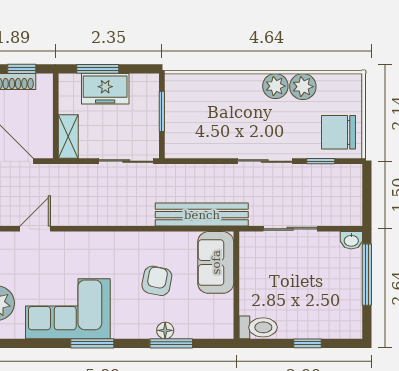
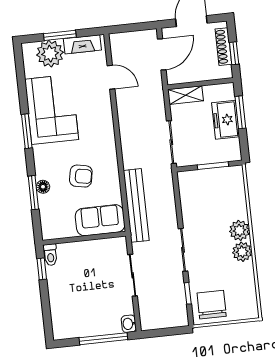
plant: (303, 87) -> (239, 230), moved
toilet: (258, 327) -> (50, 255), width x0.73, depth x0.72
window: (308, 343) -> (42, 269), moved

